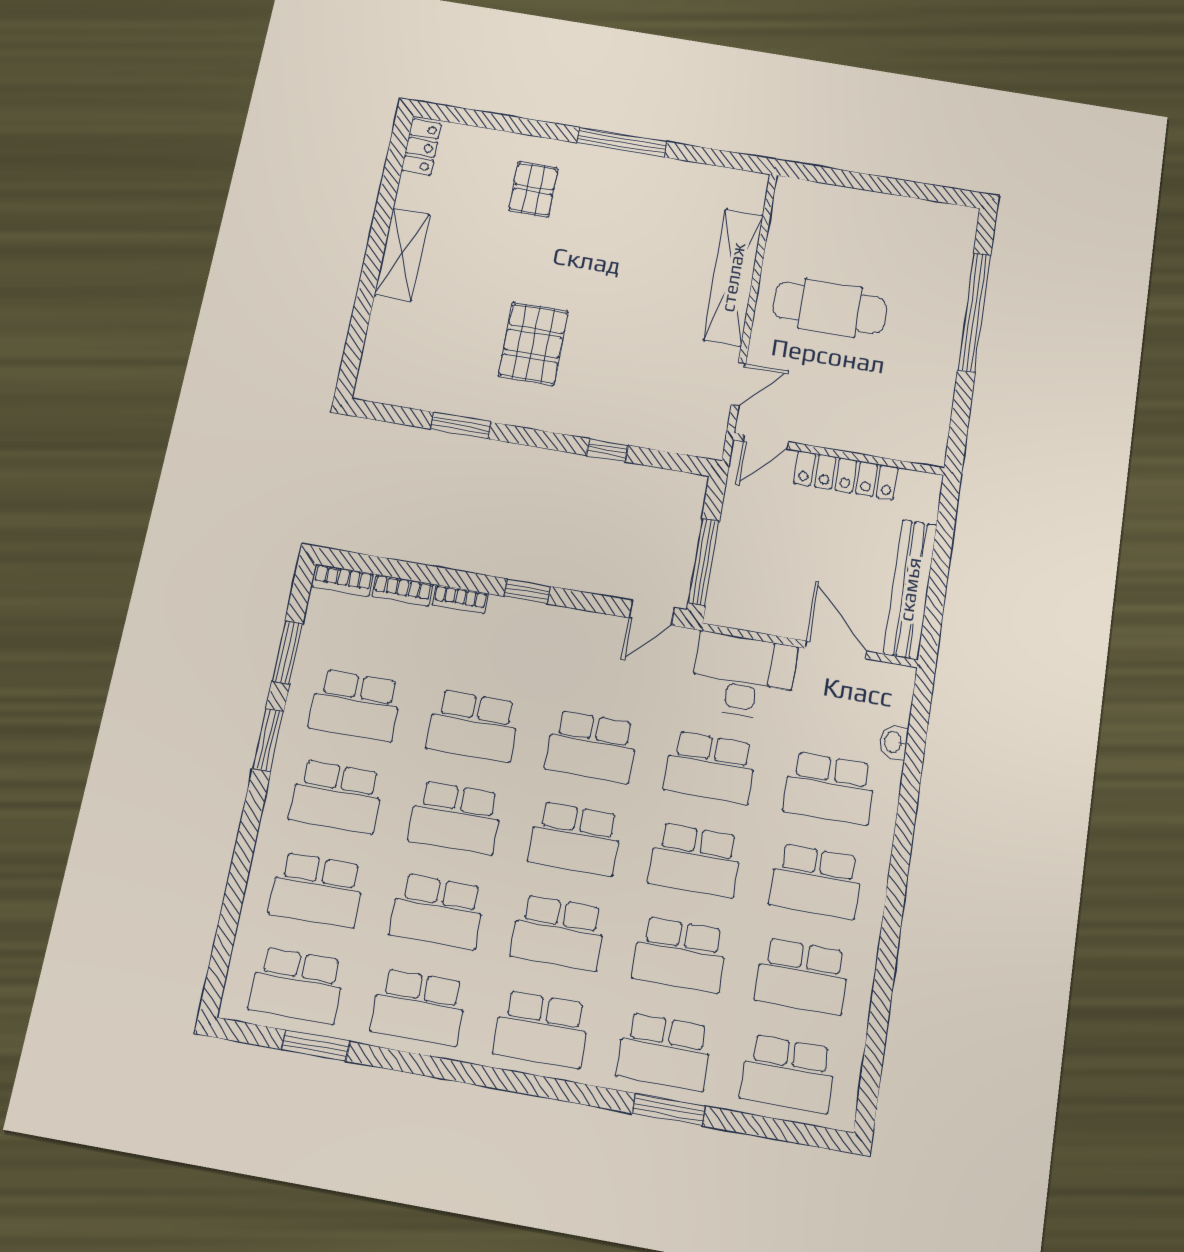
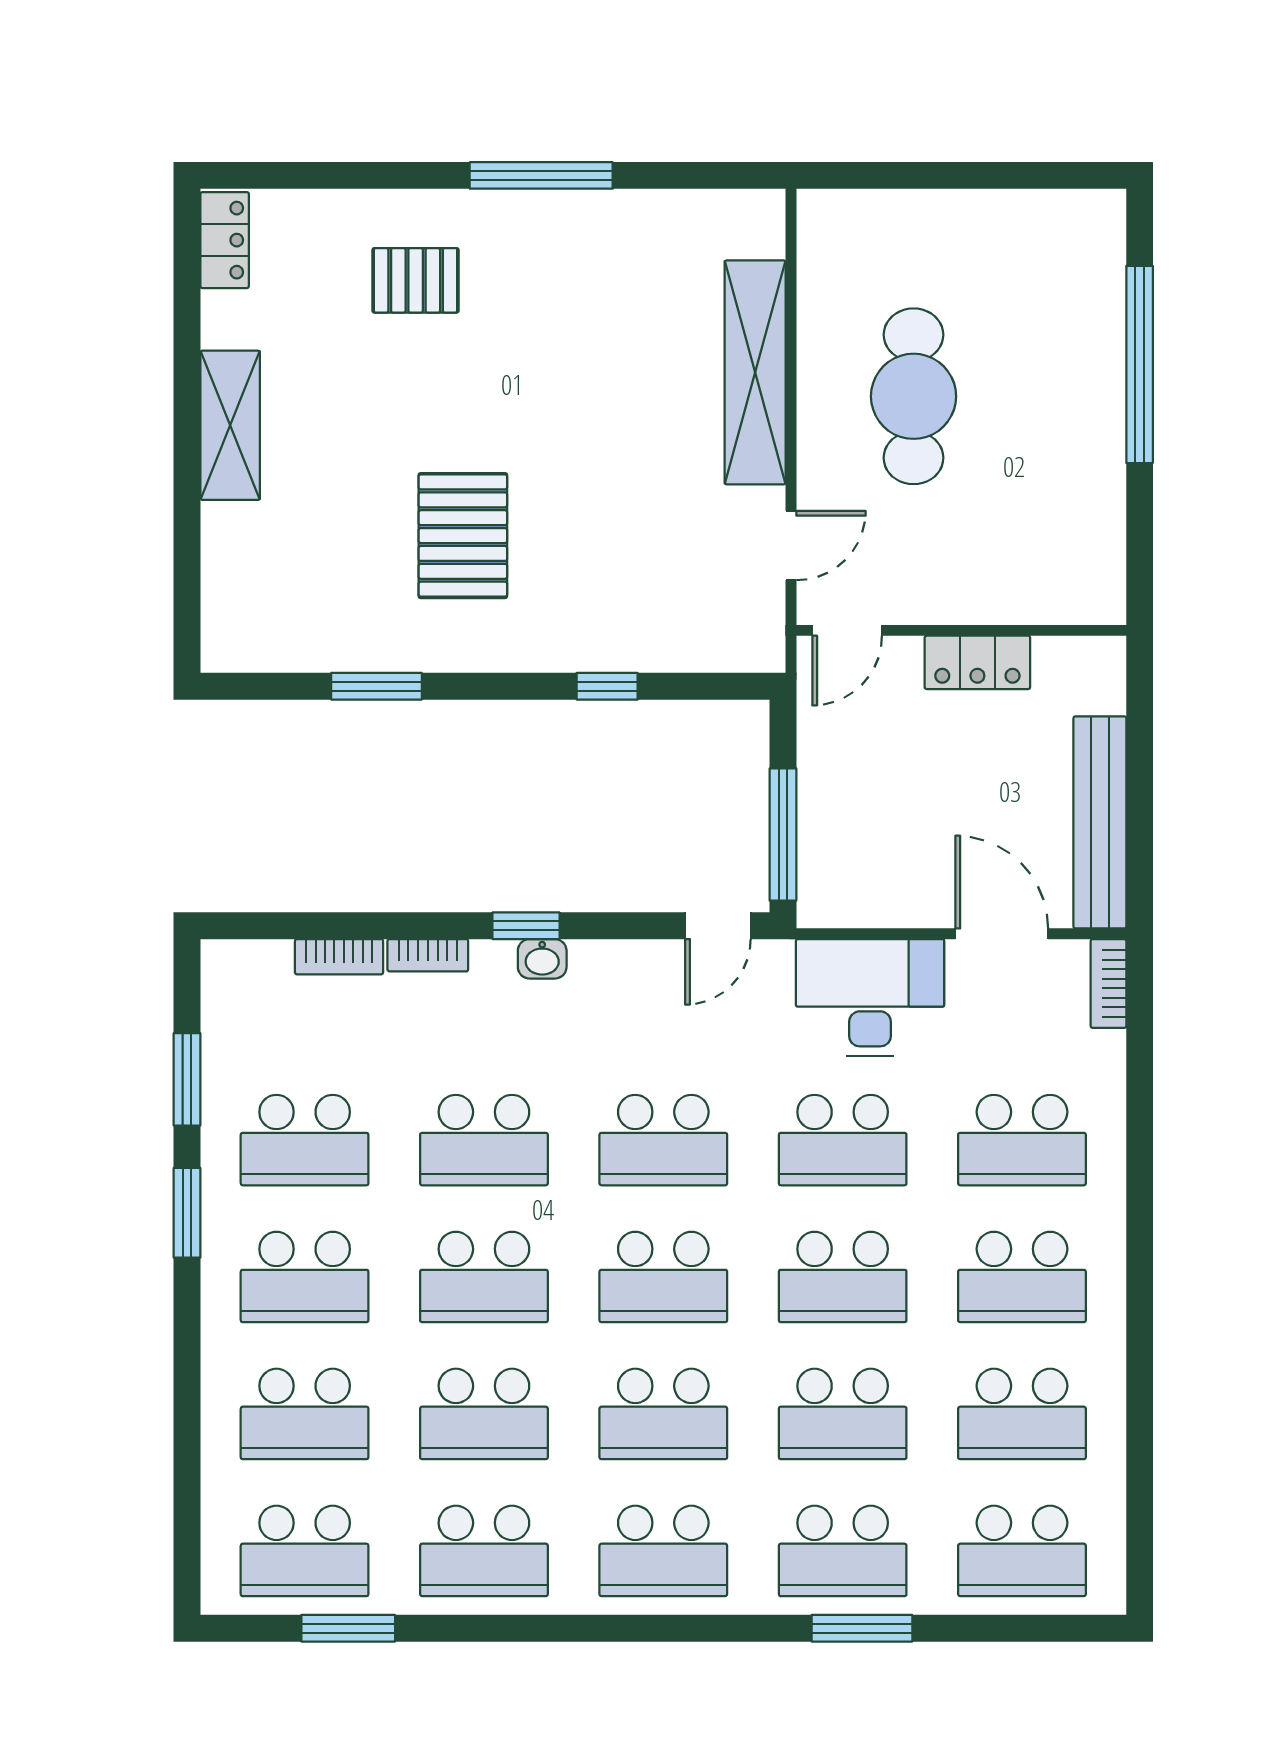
pallet: (533, 189) -> (416, 280), turned 90
cafe table: (830, 308) -> (914, 396), turned 90
locker: (846, 475) -> (977, 662), width x0.66
bookcase: (343, 580) -> (1108, 984), moved, turned 90
washbasin: (894, 742) -> (542, 959), moved, turned -90

